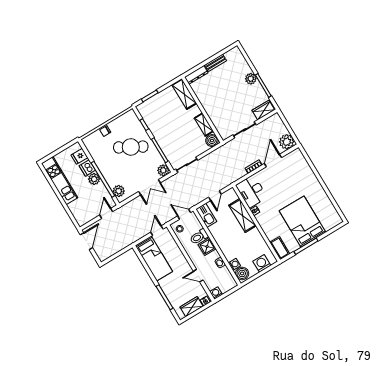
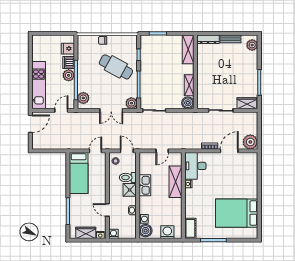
plant: (251, 79) -> (252, 45), moved
kitchen unit: (60, 181) -> (39, 85), moved
kitchen sink: (206, 215) -> (145, 185), moved
bed: (302, 222) -> (237, 213), moved, turned -90

